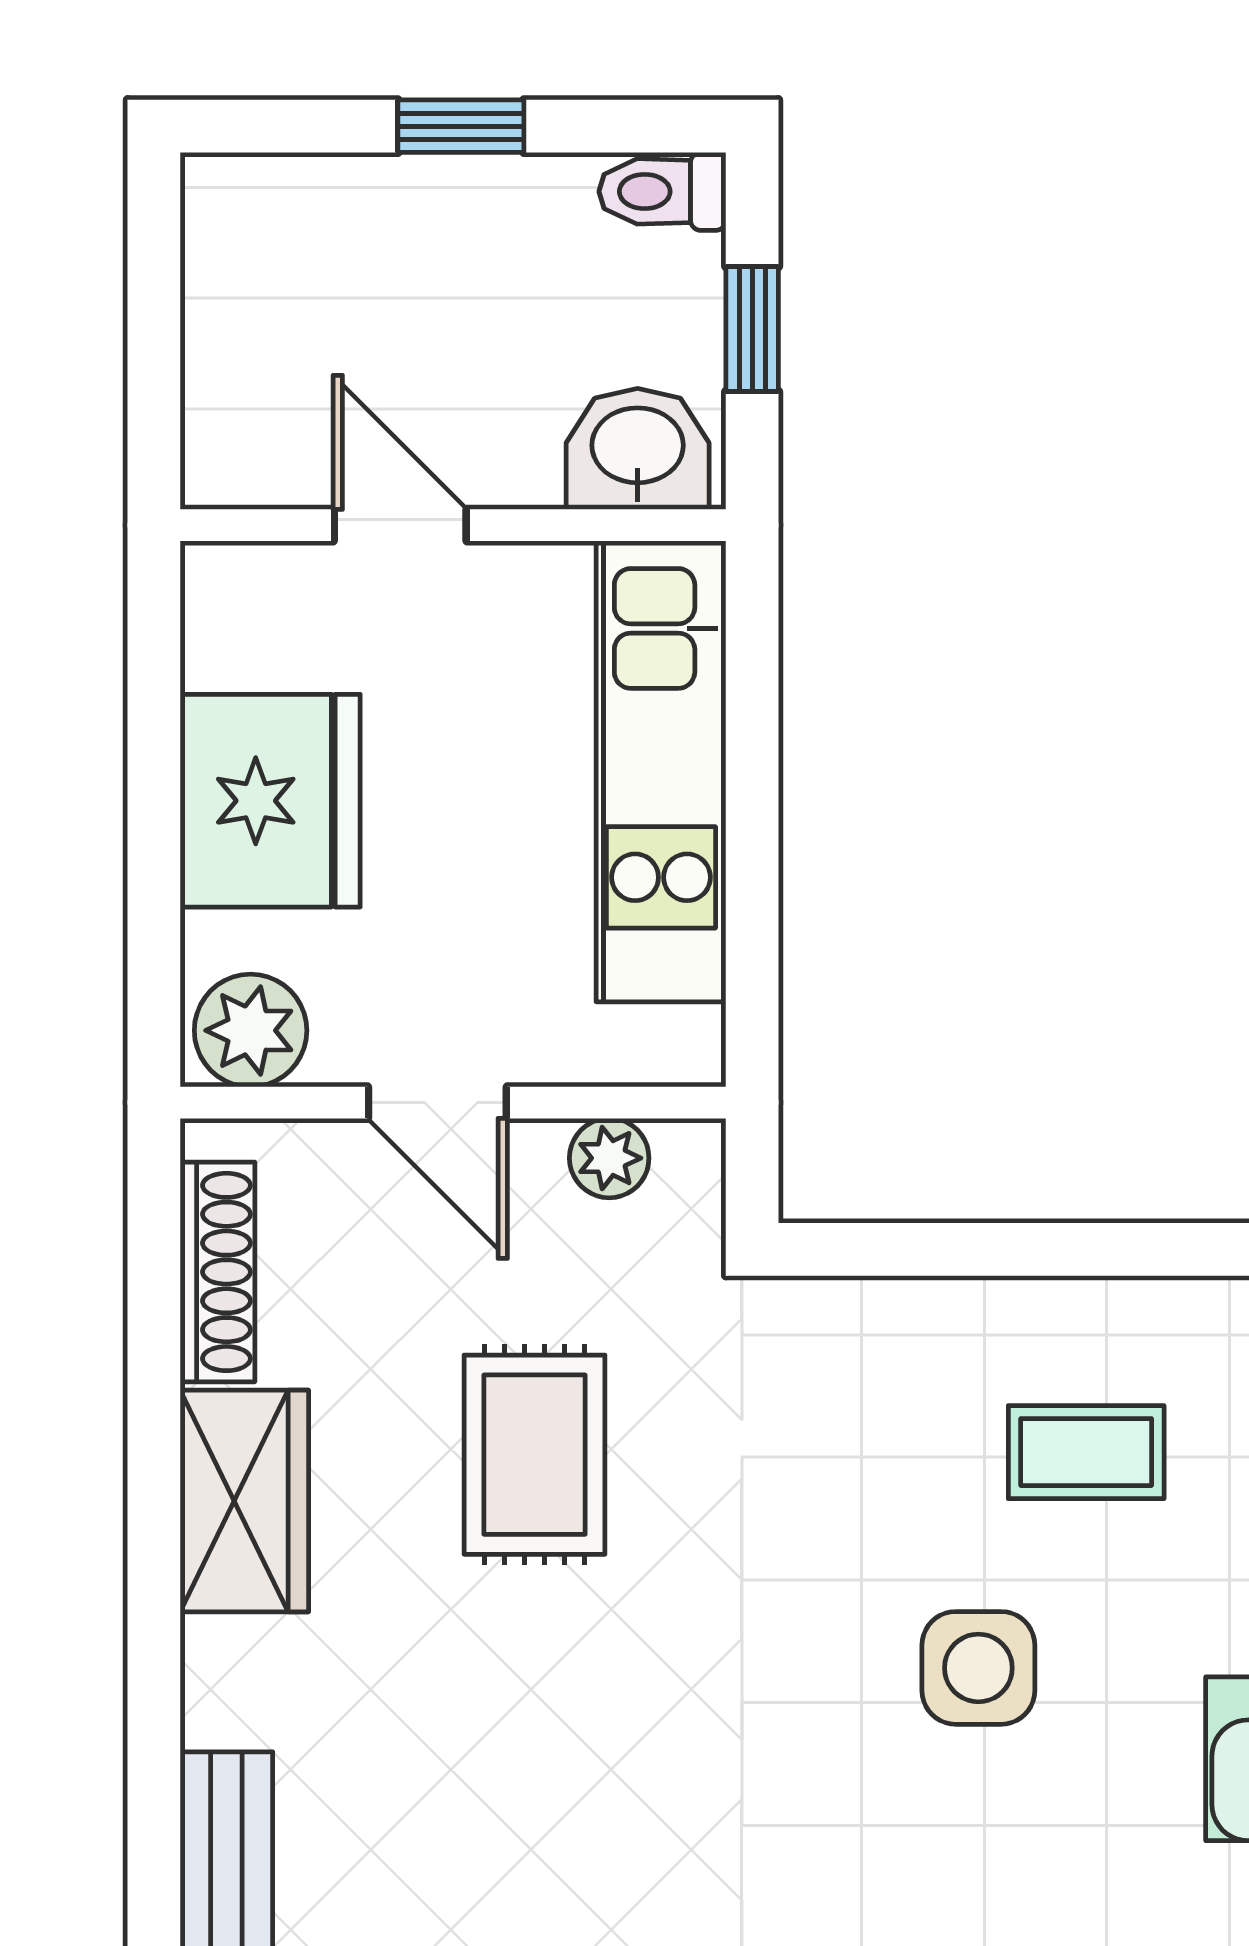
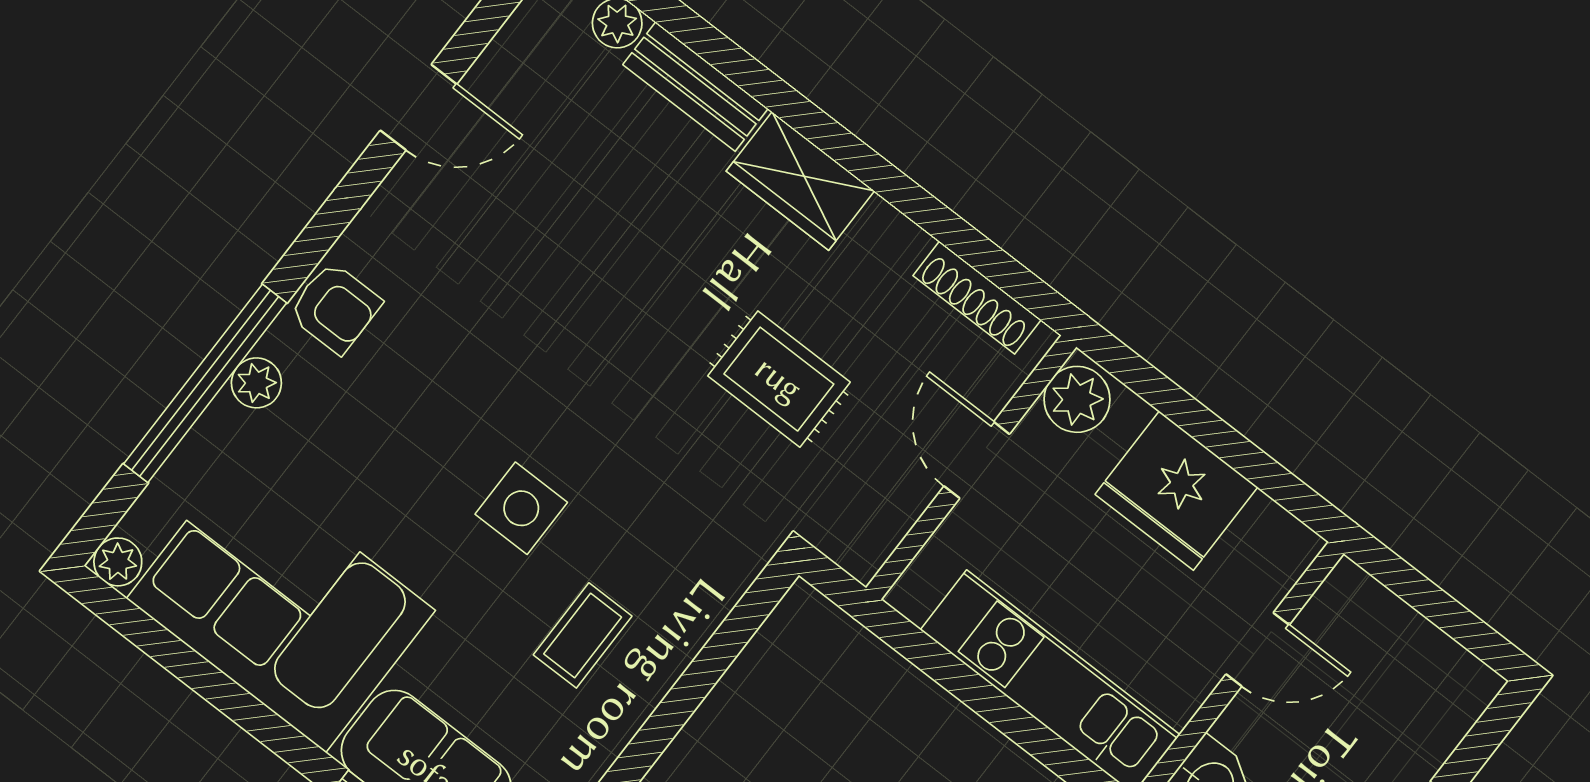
door: (437, 1103) -> (977, 460), hinge flipped
plant: (609, 1158) -> (890, 520), removed
wardrobe: (244, 1501) -> (800, 181), moved

